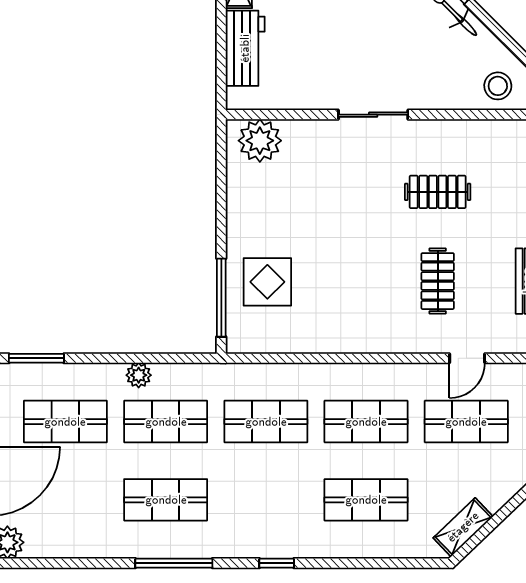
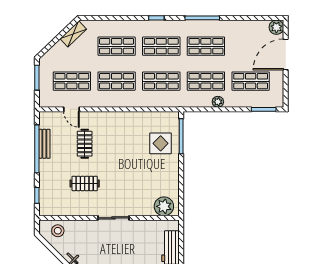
door: (467, 358) -> (71, 109), swing flipped
shop shelf: (266, 500) -> (161, 46), added

